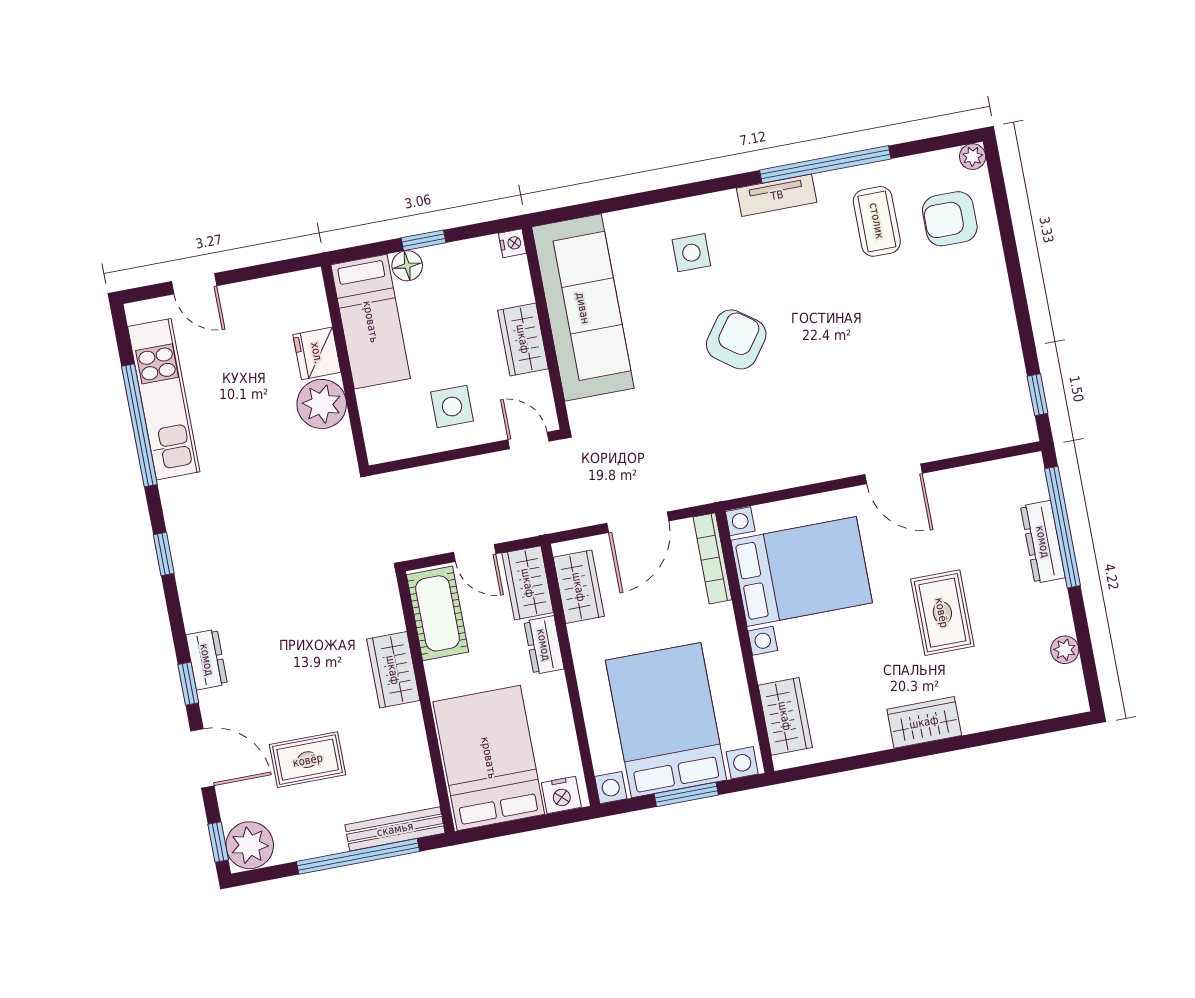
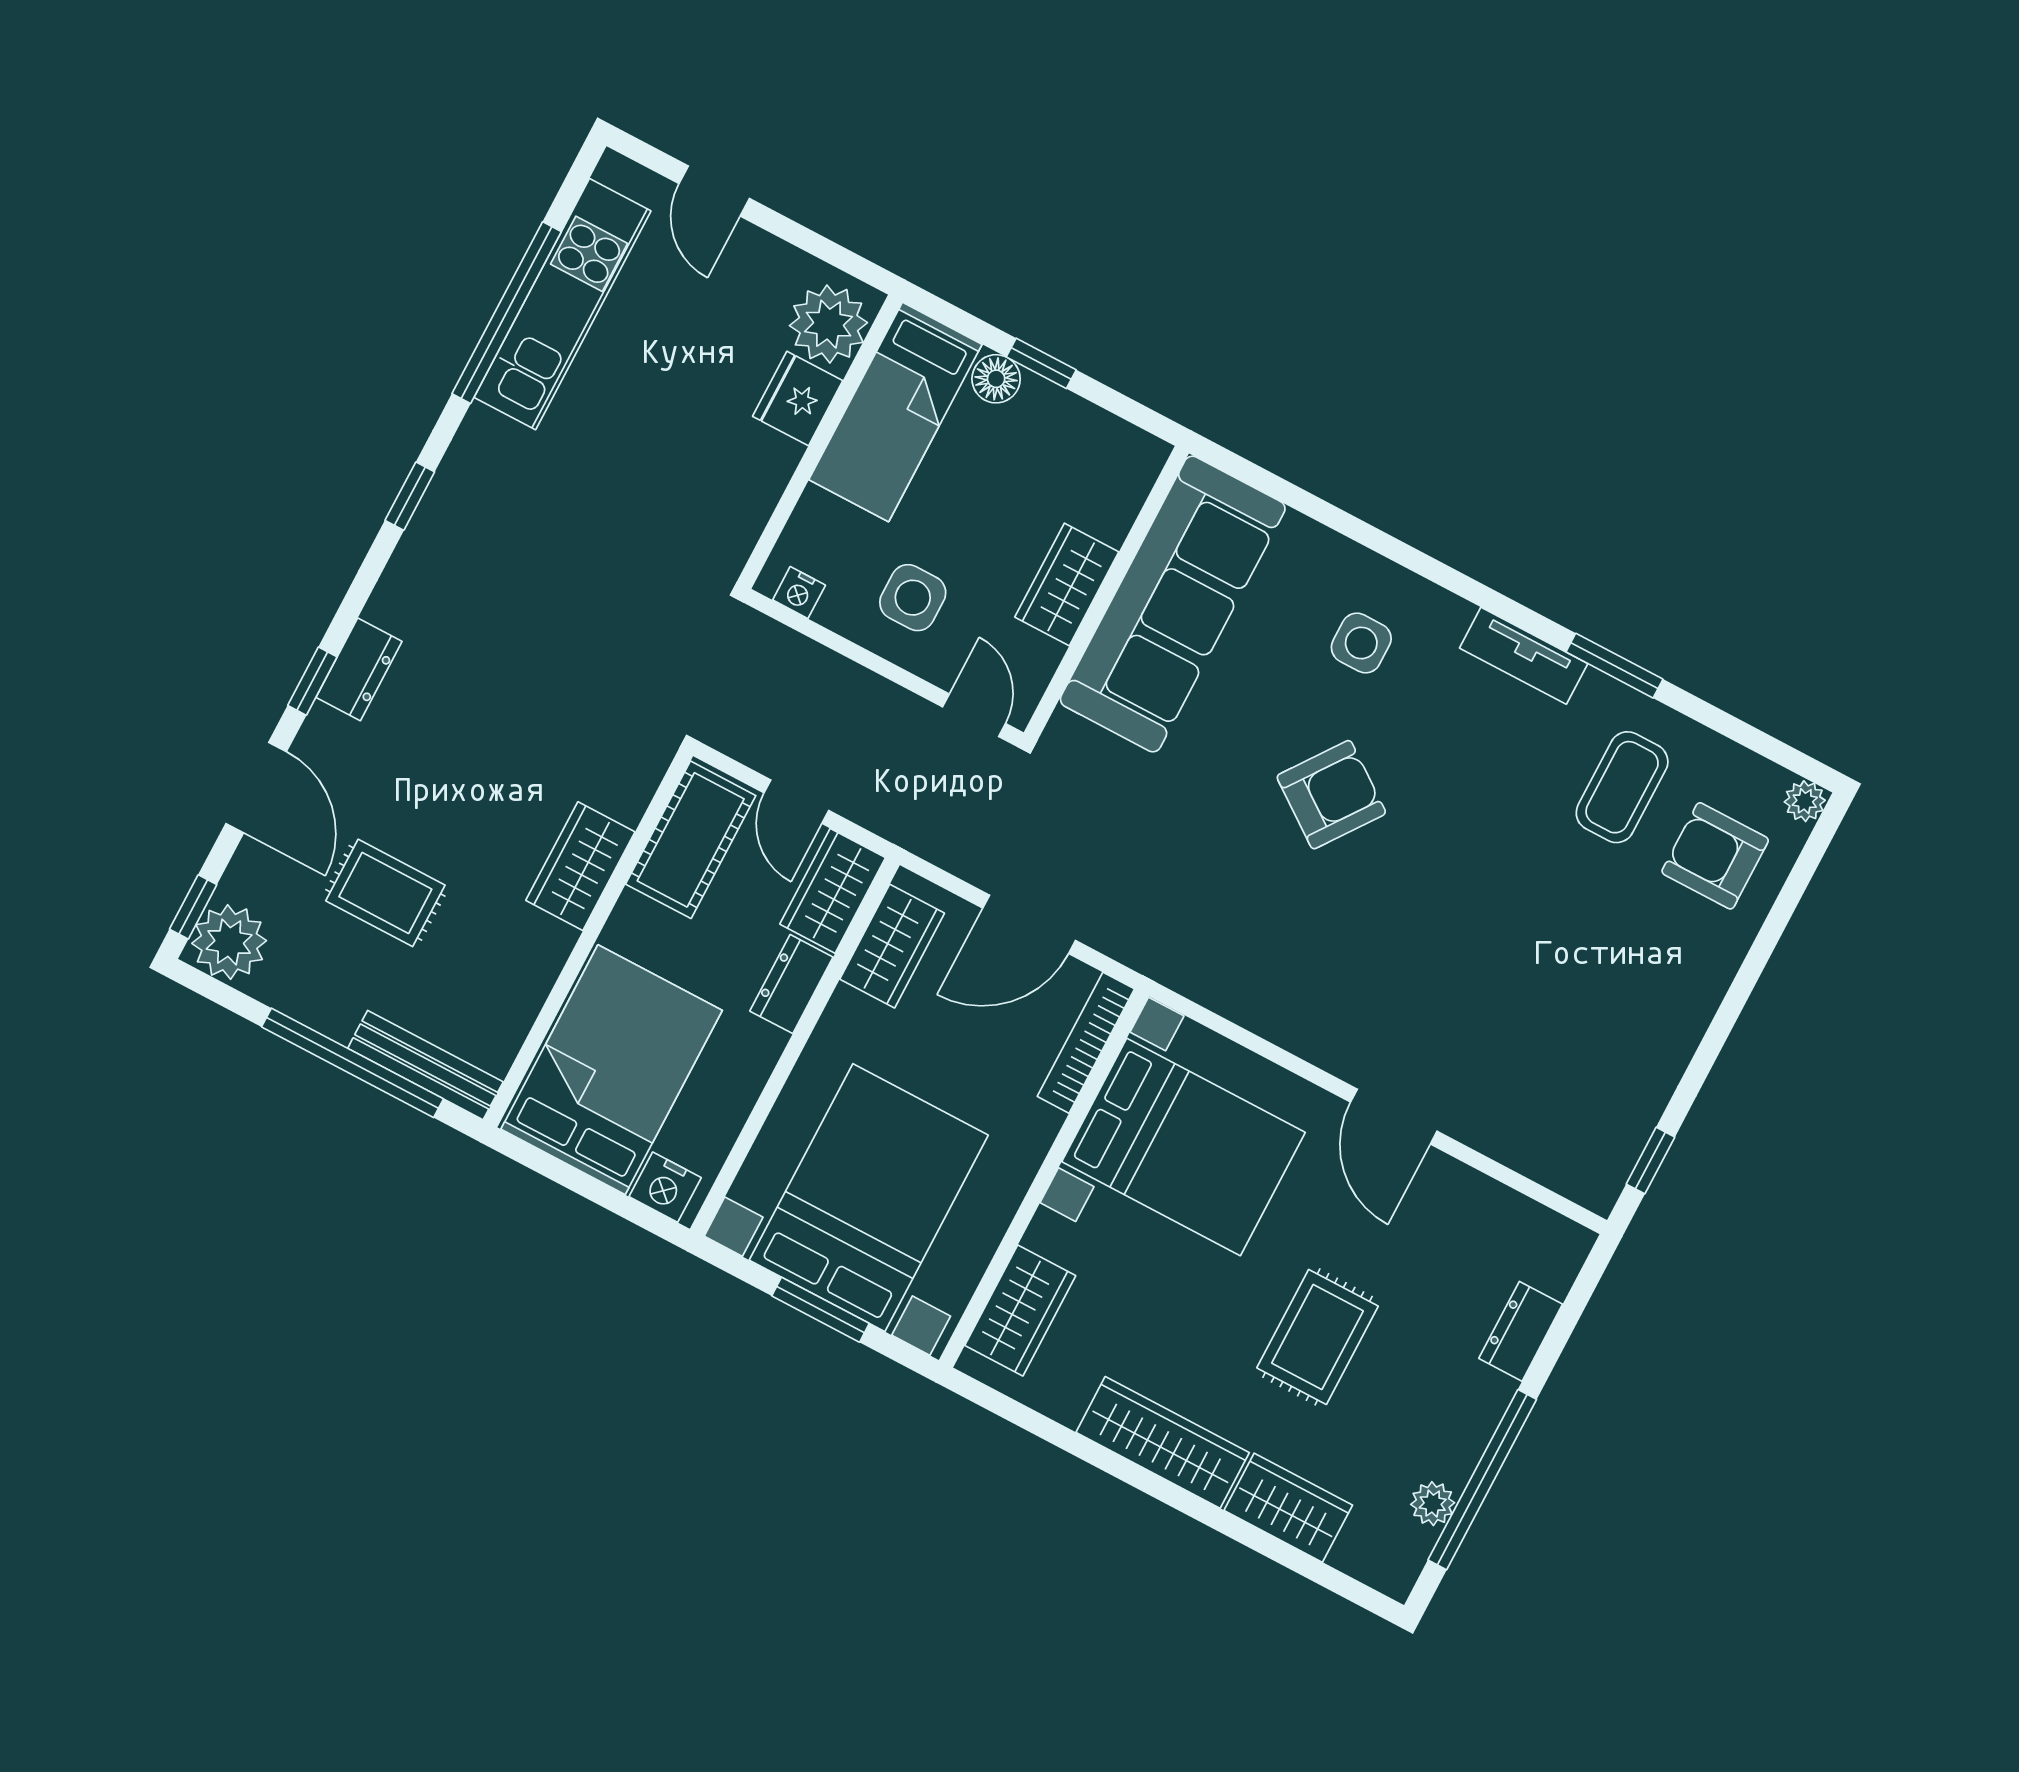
window: (825, 164) -> (1614, 666), width x0.47
nightstand: (512, 243) -> (799, 593), moved, turned 90
plant: (322, 404) -> (828, 324), moved
window: (1063, 527) -> (1482, 1480), moved
dresser: (1043, 542) -> (1521, 1331), width x0.70
wardrobe: (995, 709) -> (1288, 1508), added
wardrobe: (924, 722) -> (1163, 1442), width x1.50

